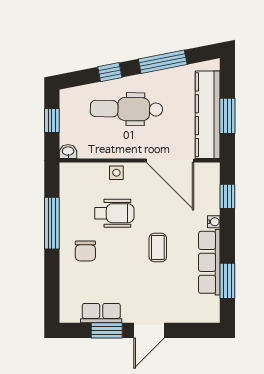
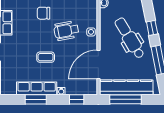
dental chair: (126, 109) -> (130, 38), turned -32
window: (227, 116) -> (125, 99), width x1.44
wheelchair: (114, 213) -> (66, 31), turned 79
window: (227, 281) -> (36, 99), moved

